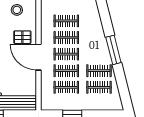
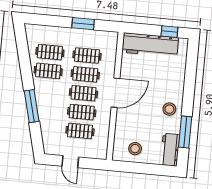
pallet: (22, 37) -> (132, 117), removed
window: (113, 50) -> (32, 106), moved
door: (38, 57) -> (115, 93), hinge flipped

